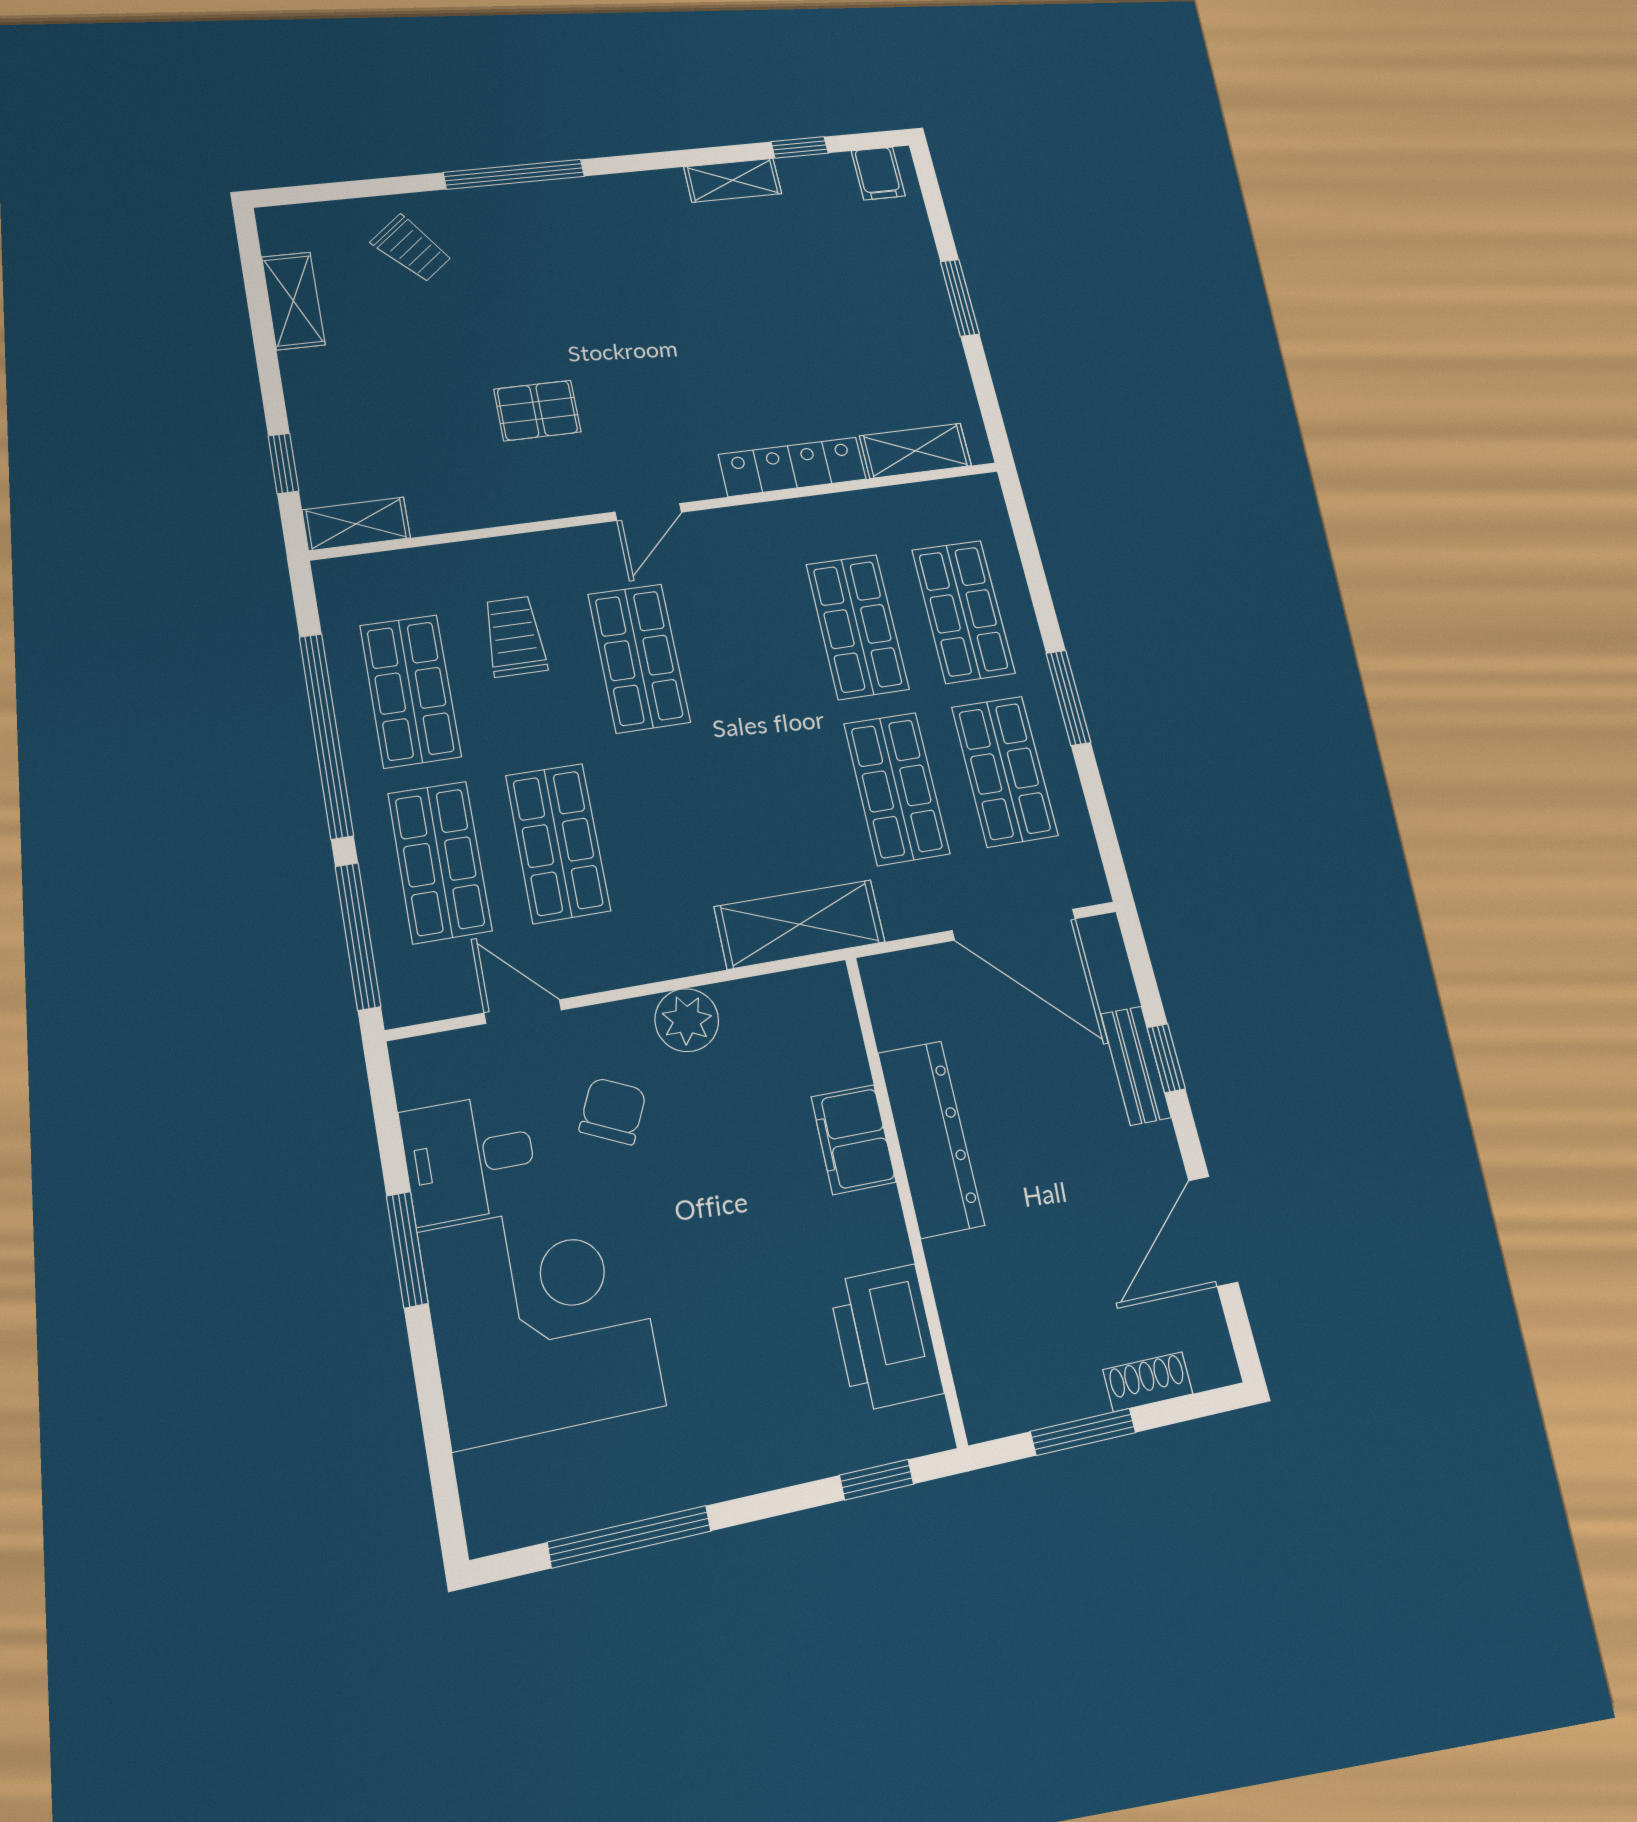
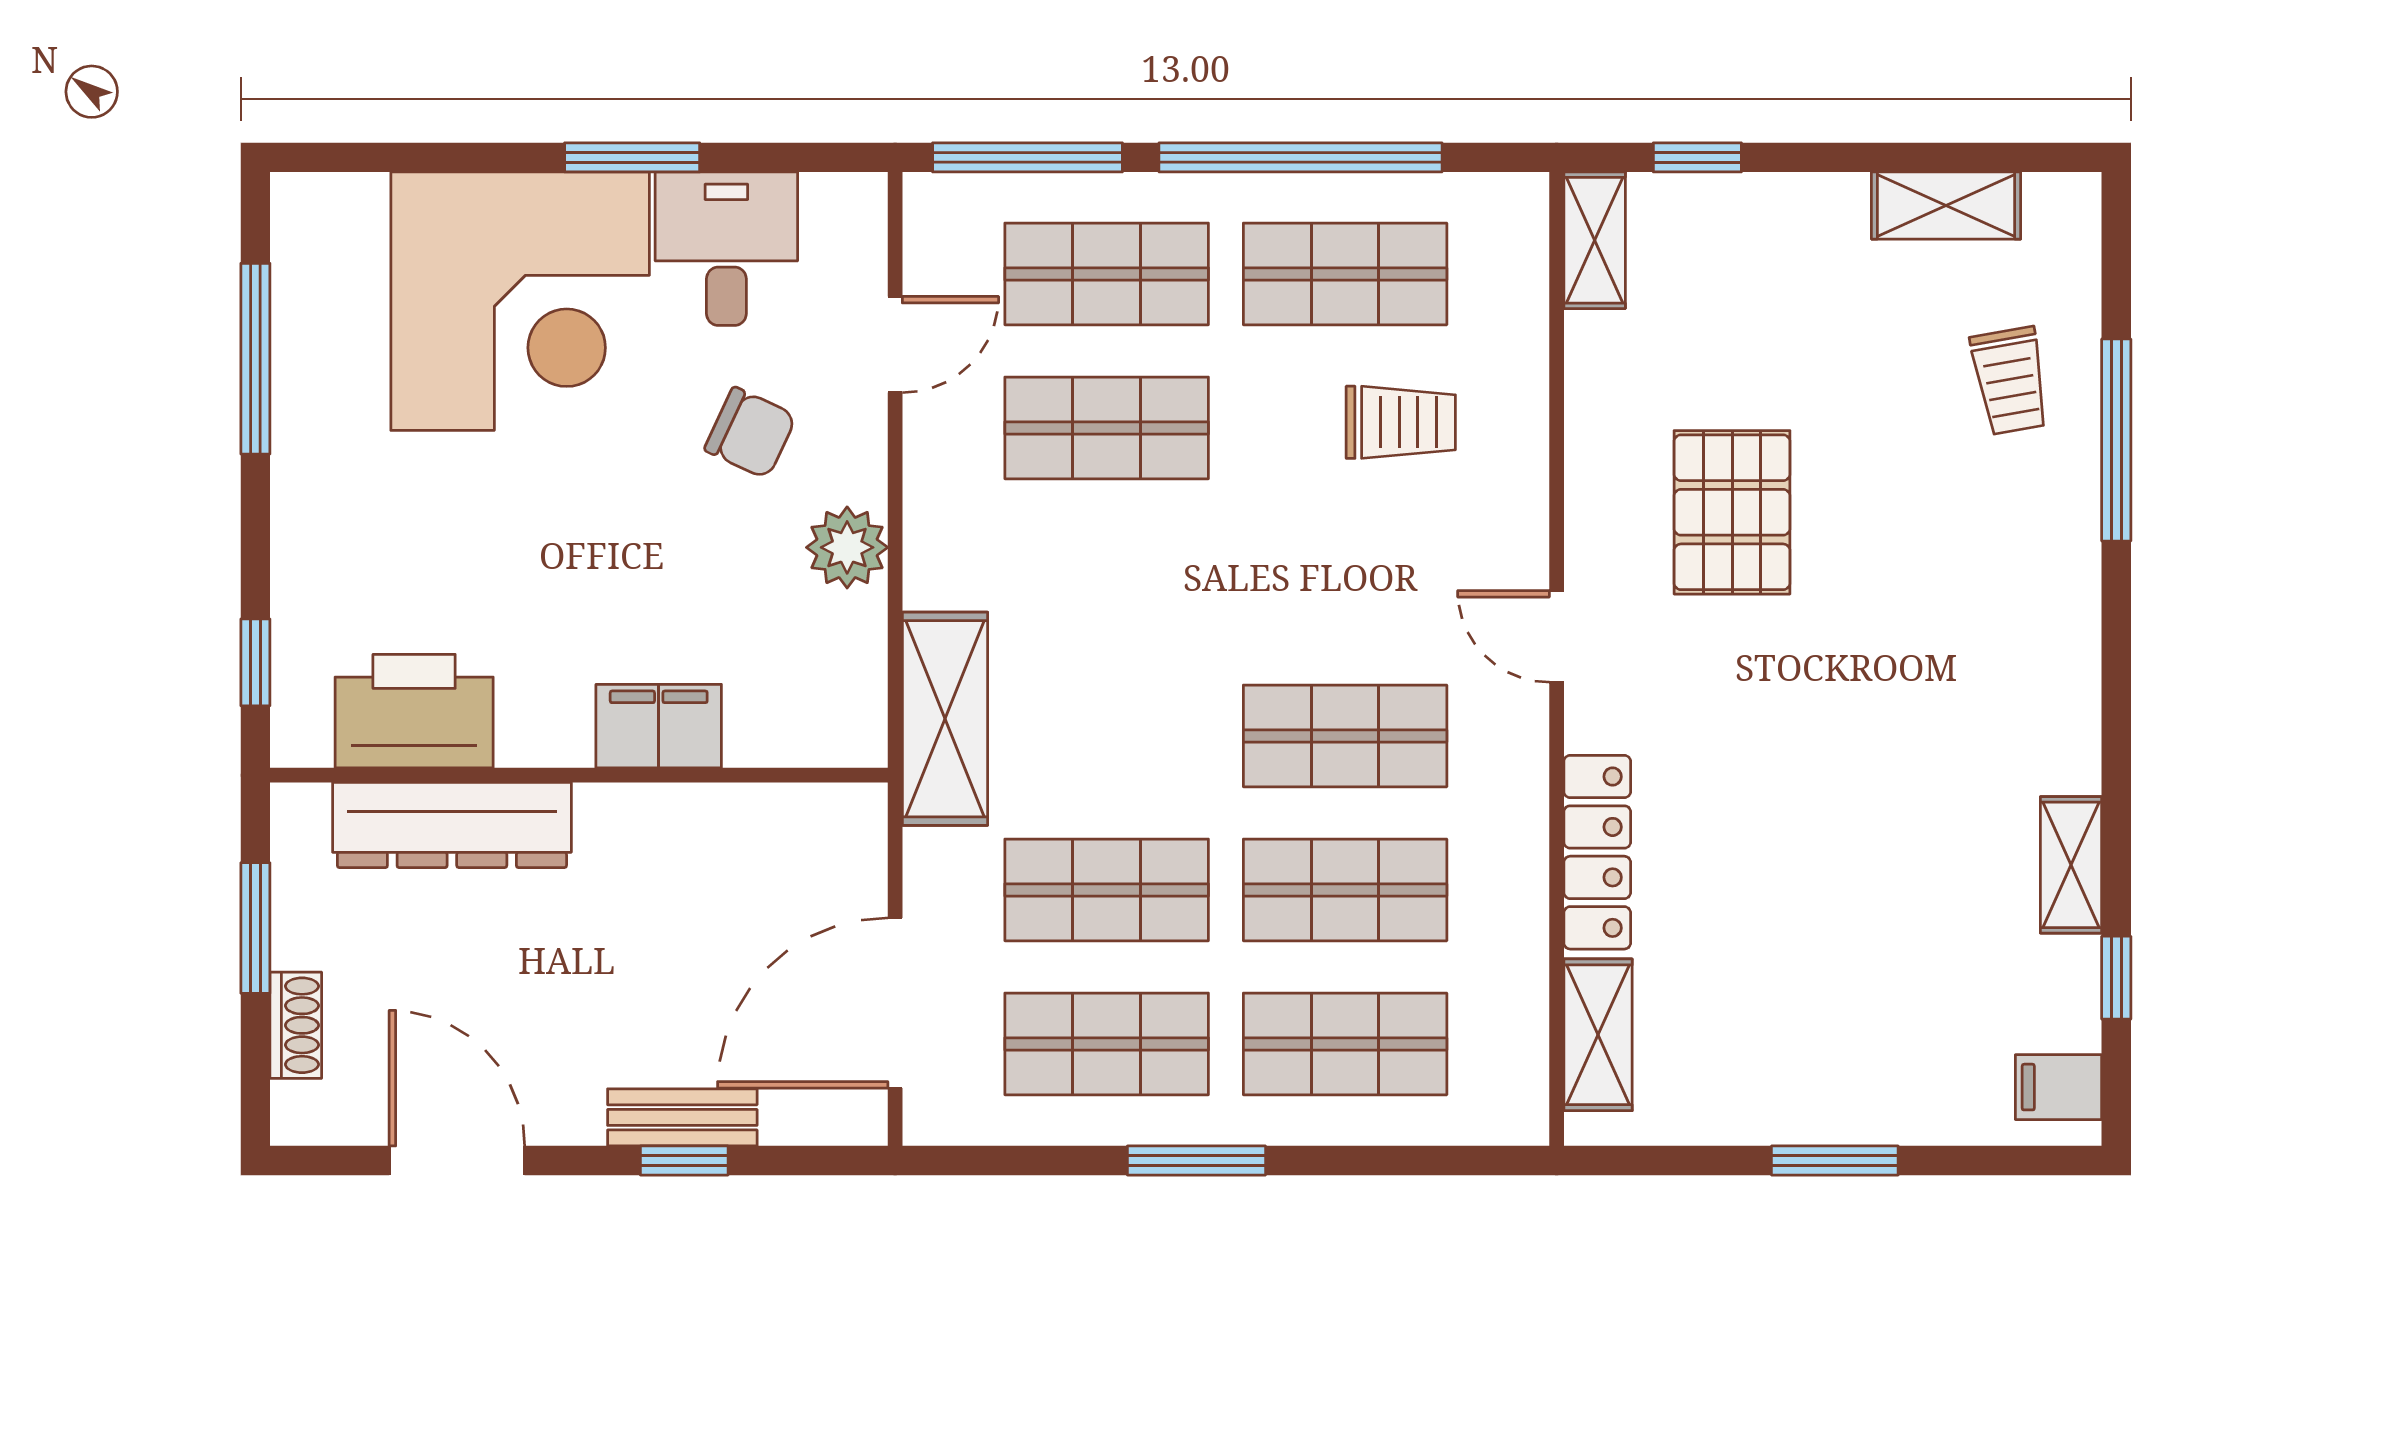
window: (514, 174) -> (2116, 440), moved
trolley: (412, 249) -> (2010, 381), turned -60
pallet: (537, 411) -> (1732, 512), width x1.50, depth x1.42
shop shelf: (639, 658) -> (1345, 736), moved
dresser: (931, 1138) -> (452, 825), moved

